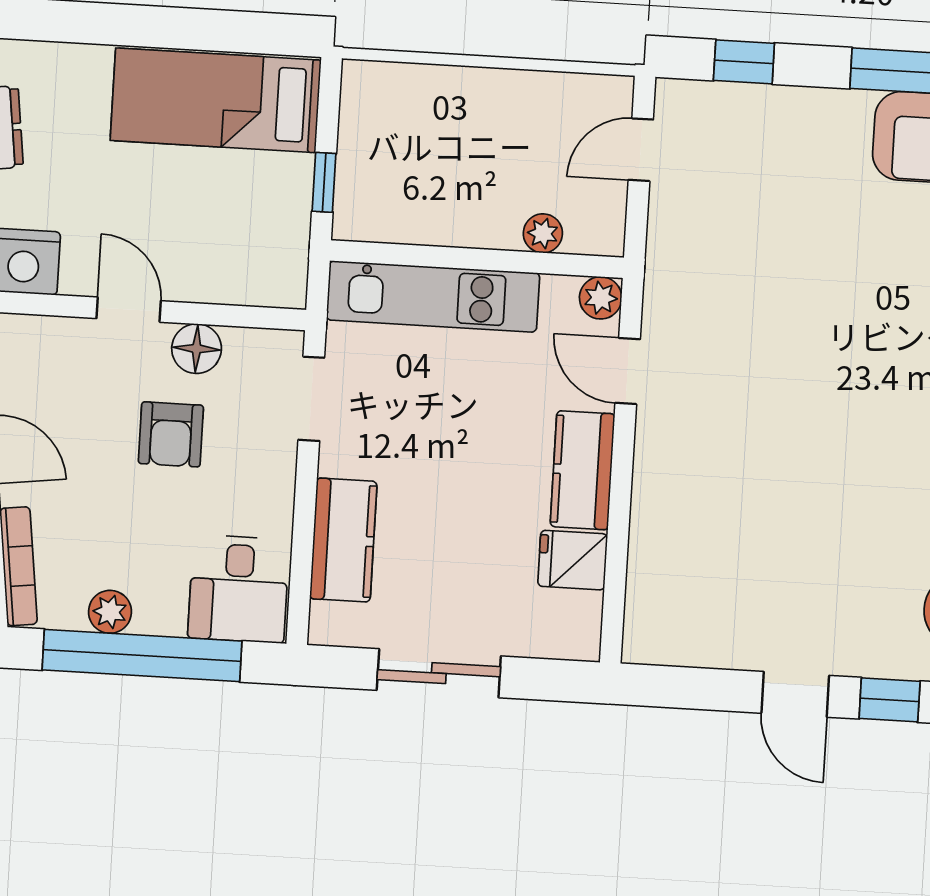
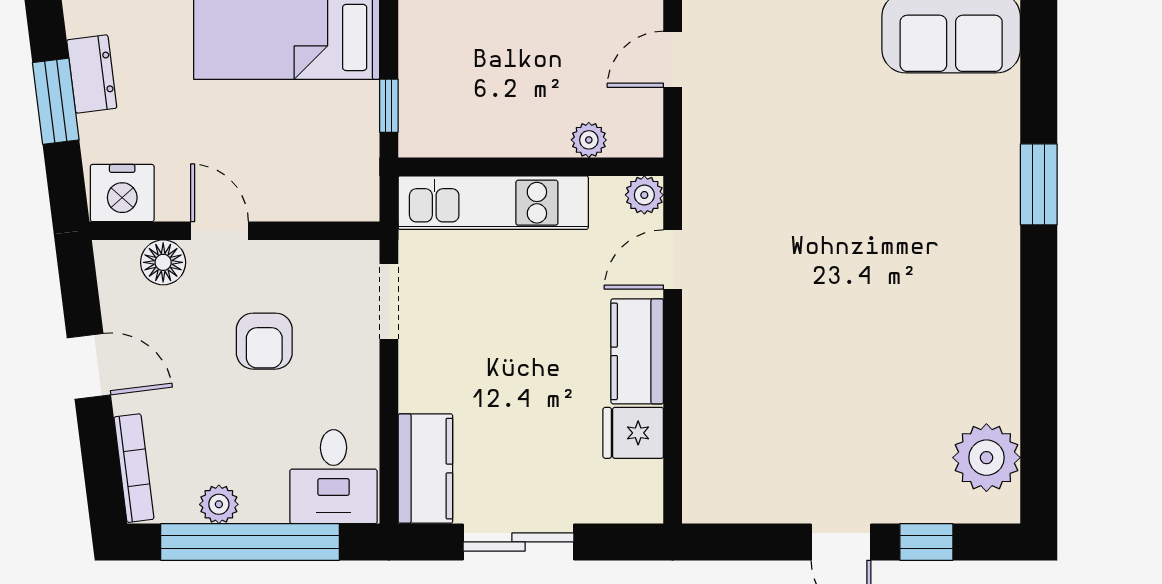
floor lamp: (197, 349) -> (163, 262), moved
door: (628, 371) -> (673, 259), hinge flipped
kitchen counter: (343, 540) -> (425, 469), moved

